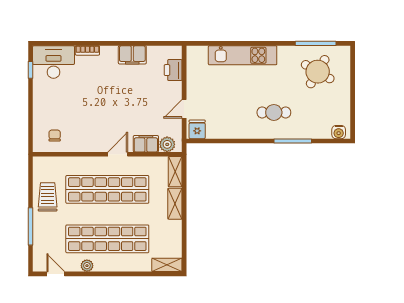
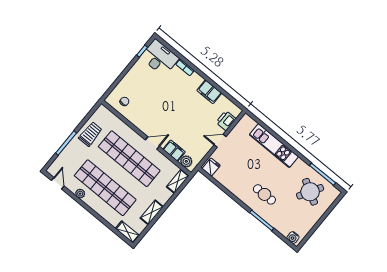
door: (184, 109) -> (220, 141), moved
shelving: (175, 204) -> (152, 212), moved

